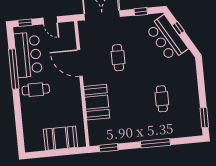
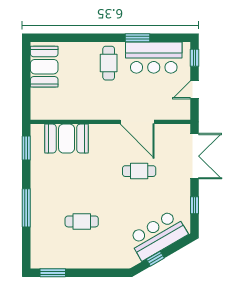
window: (178, 28) -> (155, 259), moved
door: (80, 63) -> (137, 122), swing flipped
window: (14, 69) -> (137, 38), width x0.47
booth: (97, 102) -> (67, 139), moved
booth: (60, 138) -> (44, 67), moved

